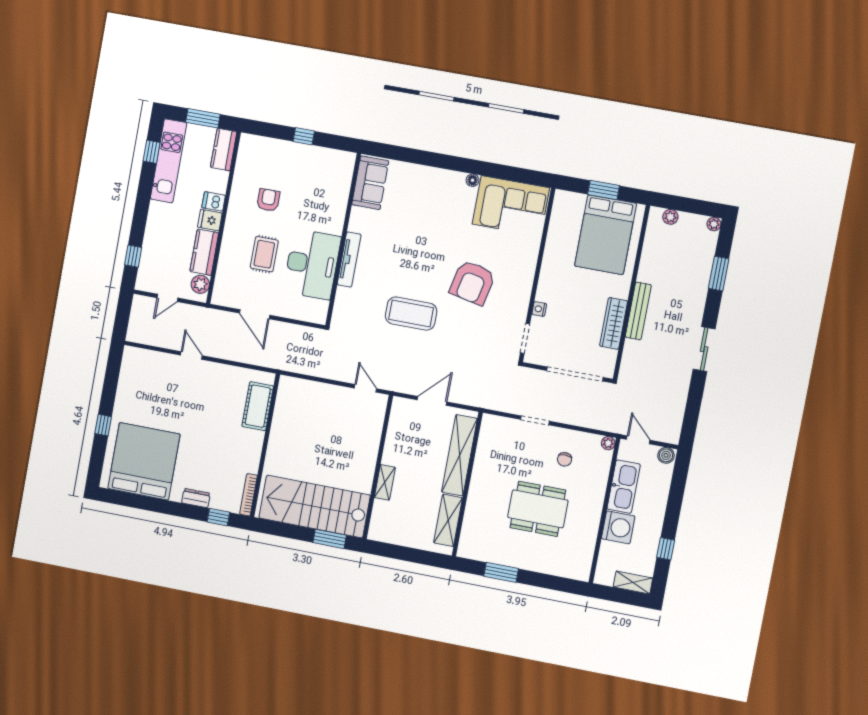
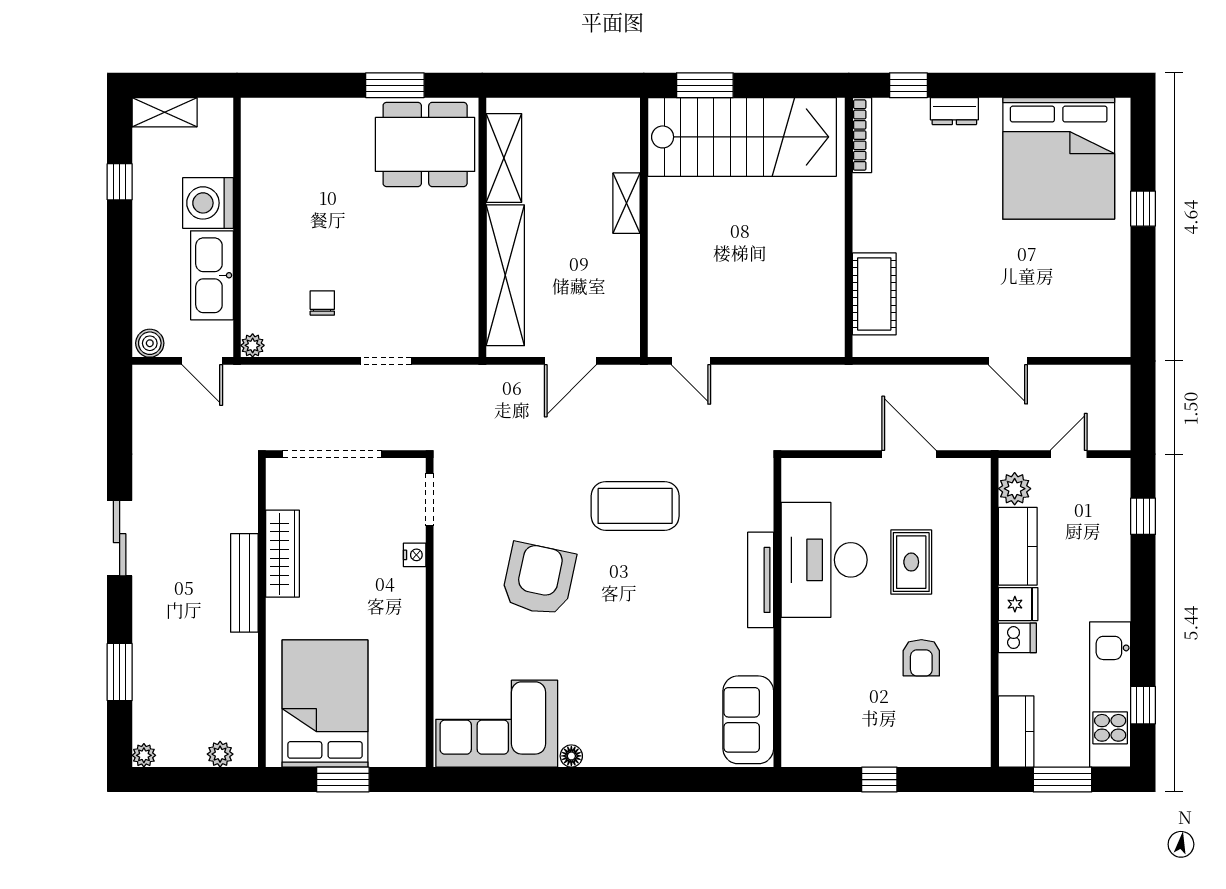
dining table: (538, 509) -> (425, 144), moved

